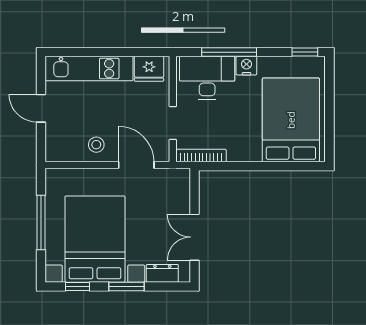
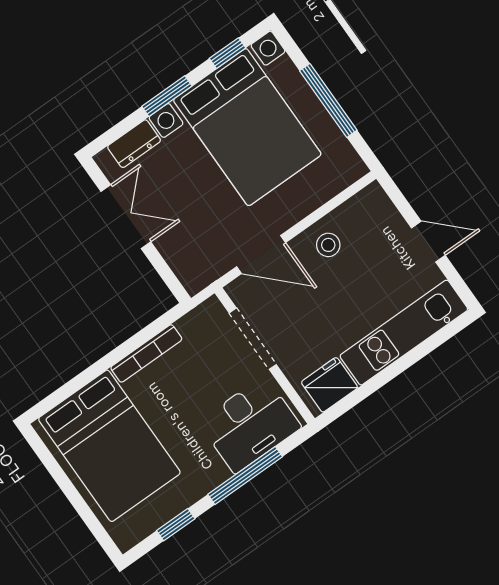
window: (305, 52) -> (176, 525), moved
nightstand: (246, 66) -> (212, 474), removed
doorway: (173, 123) -> (253, 339), width x1.38
bookcase: (201, 156) -> (146, 353), moved

